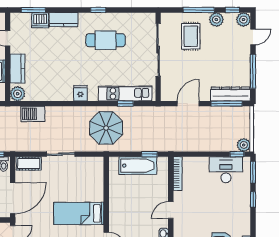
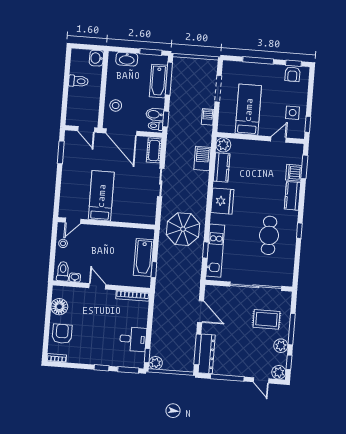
kitchen counter: (17, 69) -> (222, 167), moved, turned -90
fridge: (80, 93) -> (222, 201), width x1.88, depth x1.34
desk: (226, 170) -> (133, 339), width x0.73

